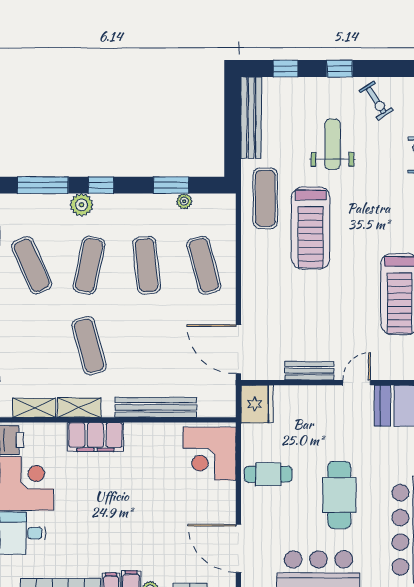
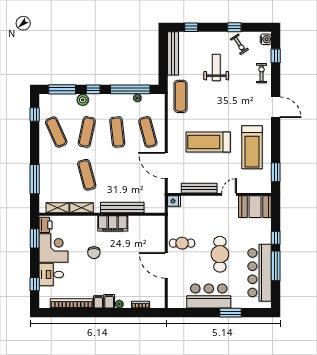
window: (340, 69) -> (234, 27), moved
window: (171, 185) -> (130, 89), width x2.11
treadmill: (311, 228) -> (208, 142), moved, turned 90
door: (238, 349) -> (166, 166), moved
bench: (309, 371) -> (199, 188), width x1.36
fridge: (257, 404) -> (174, 201), width x0.53, depth x0.75
filing cabinet: (95, 437) -> (113, 223), moved
corner desk: (209, 454) -> (151, 232), removed
chair: (103, 492) -> (94, 253), added
door: (238, 548) -> (166, 266), moved

